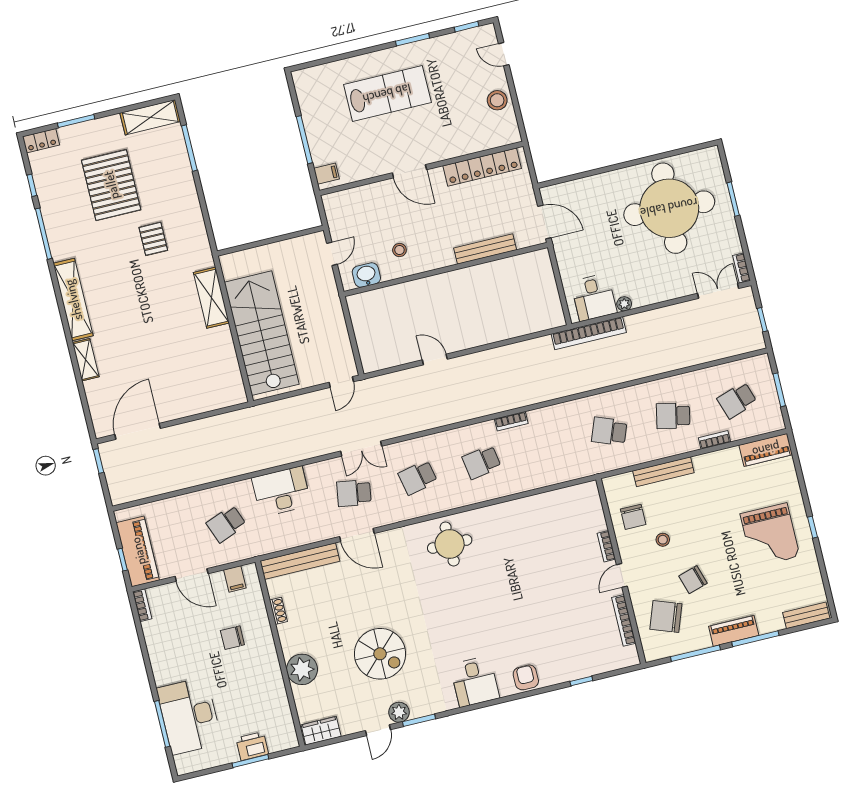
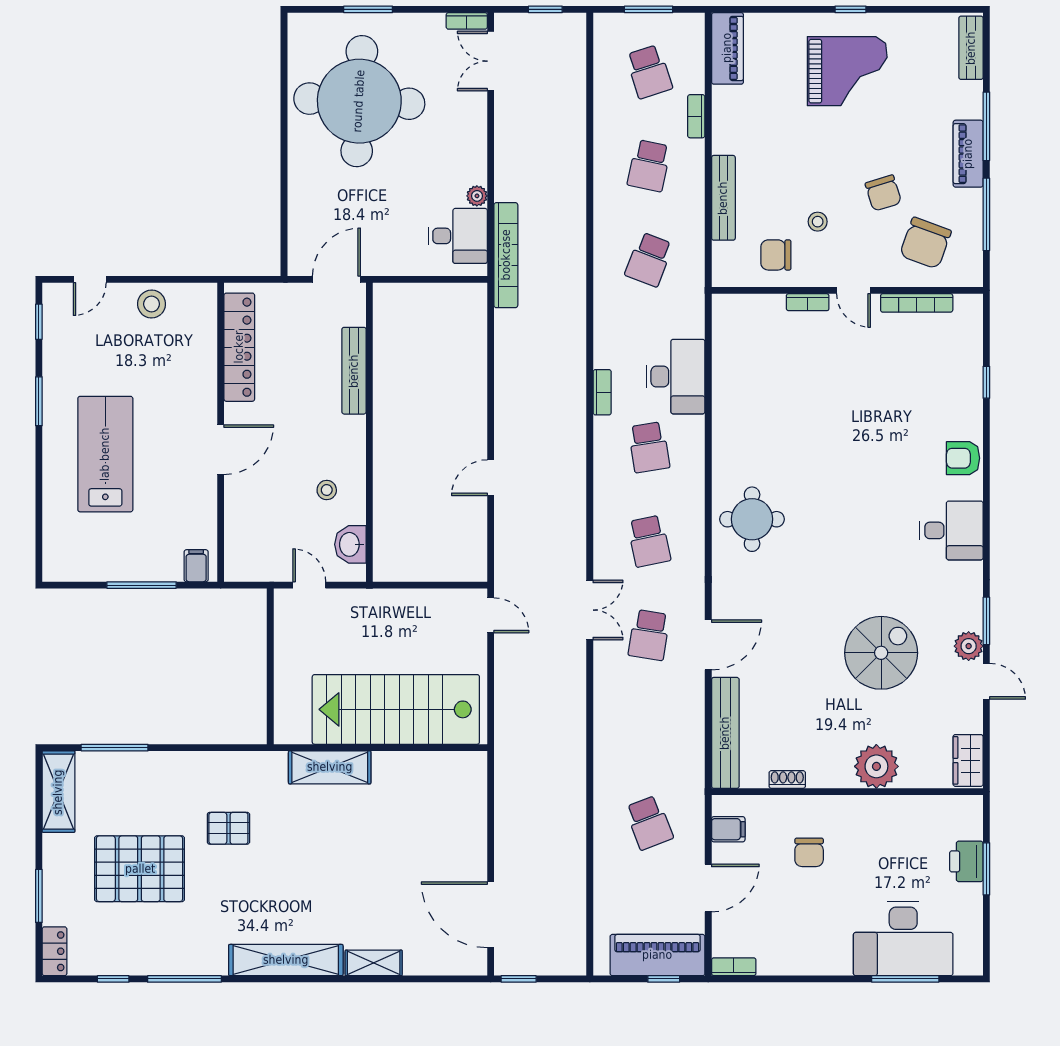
desk: (281, 491) -> (676, 377), moved, turned 180
chair: (633, 517) -> (776, 255), turned 180

